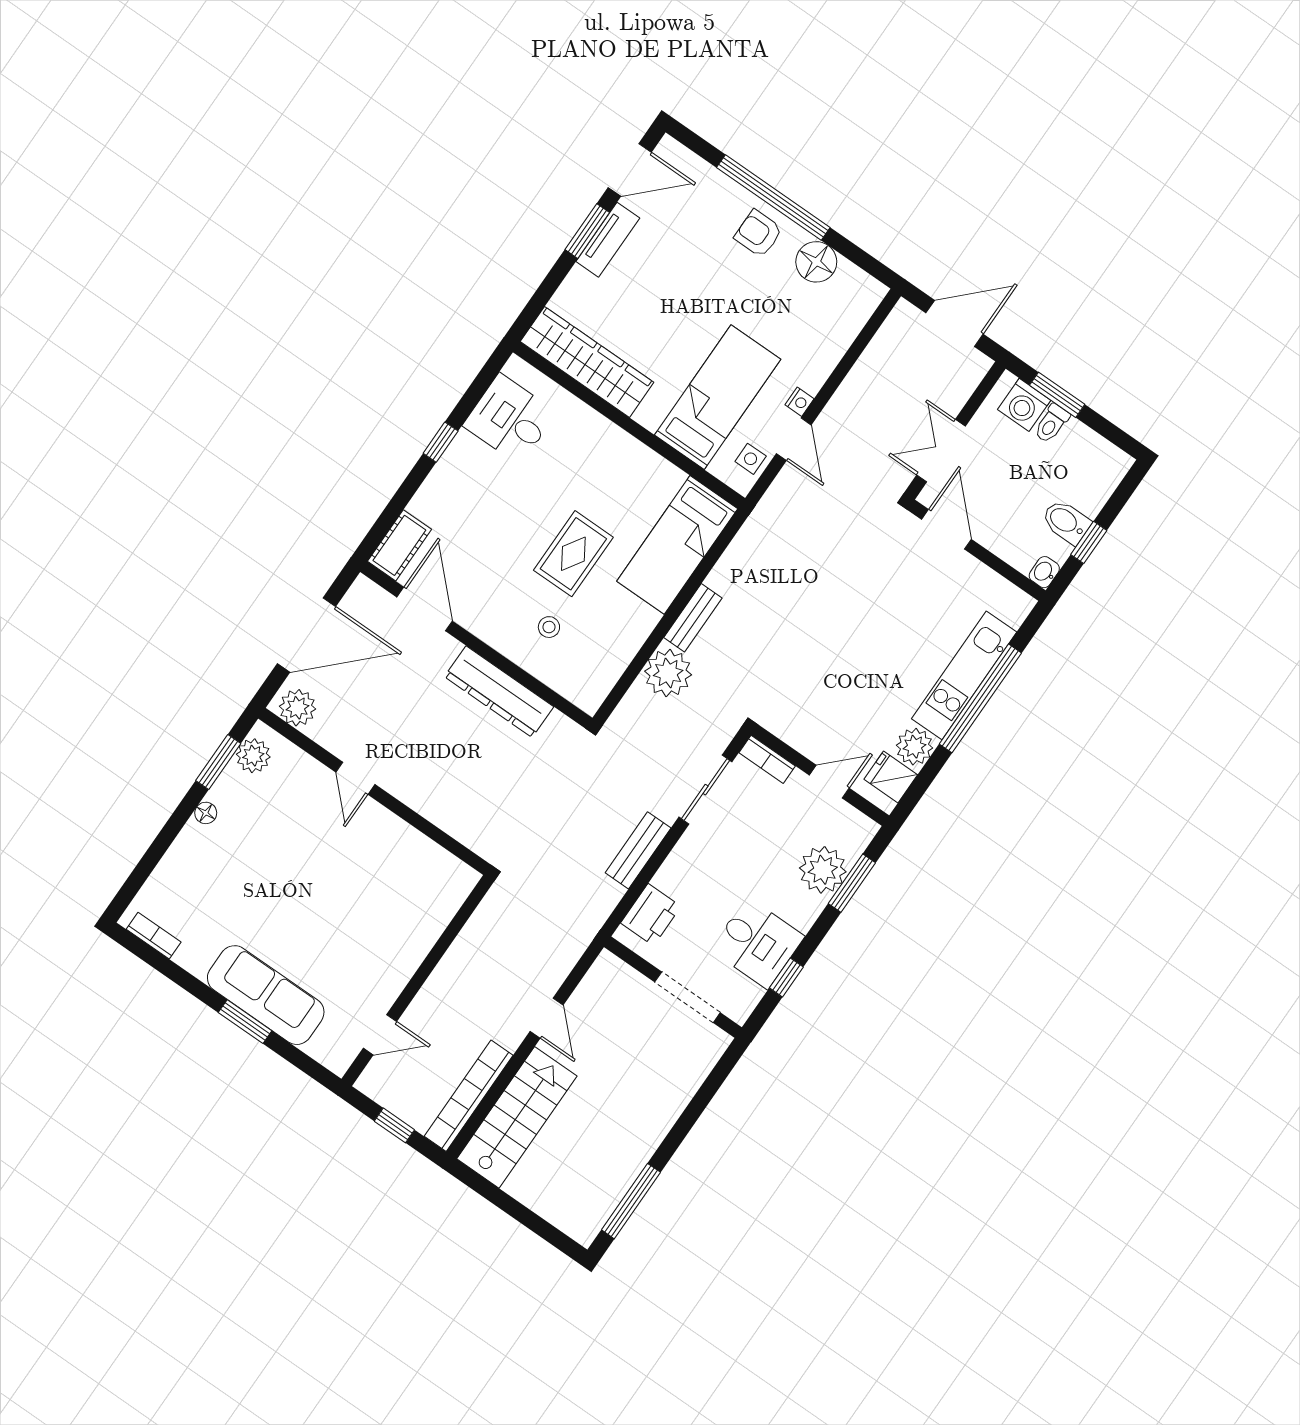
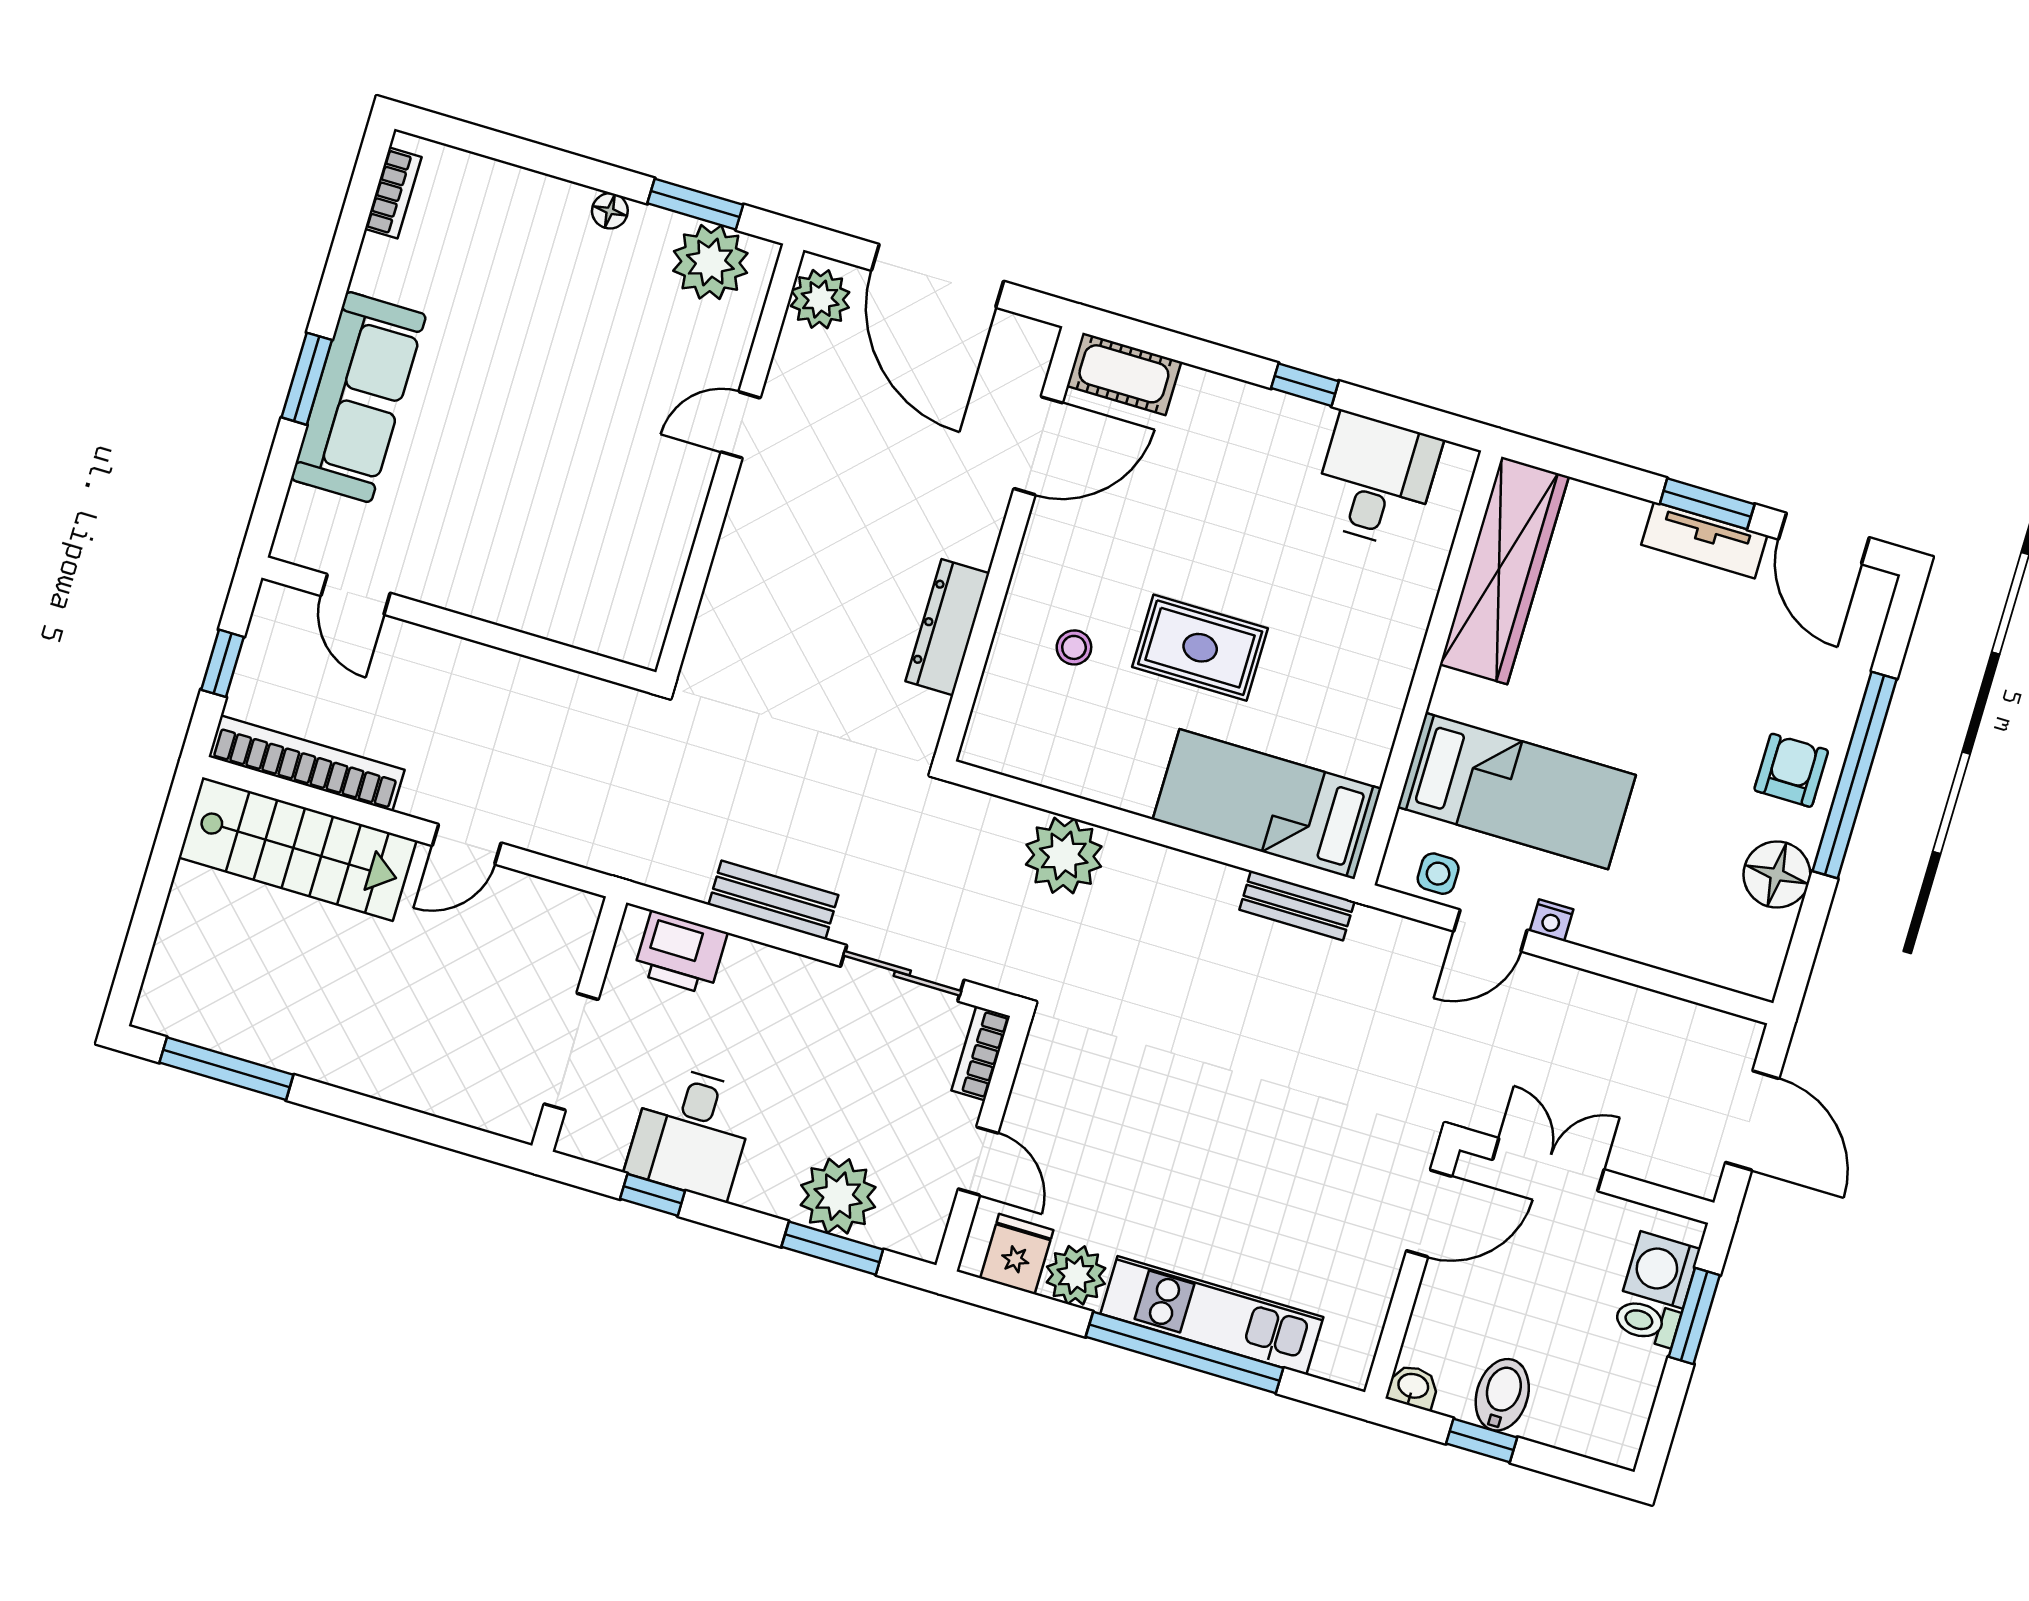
bench: (693, 618) -> (1297, 906), moved
dresser: (499, 692) -> (947, 627), width x0.73, depth x0.80
plant: (253, 756) -> (710, 262), width x1.36, depth x1.36

